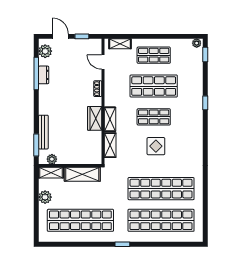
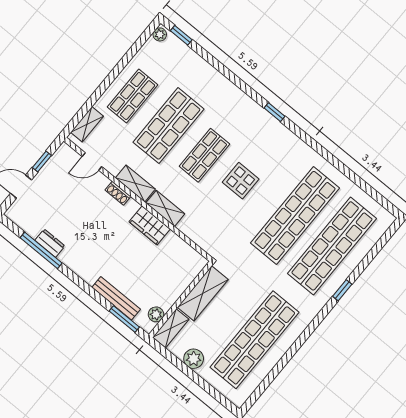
plant: (45, 51) -> (24, 218), removed
window: (205, 103) -> (275, 112), moved
shelving: (110, 145) -> (135, 183), moved
window: (122, 244) -> (342, 290), moved

